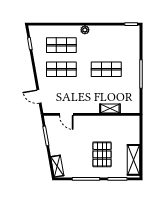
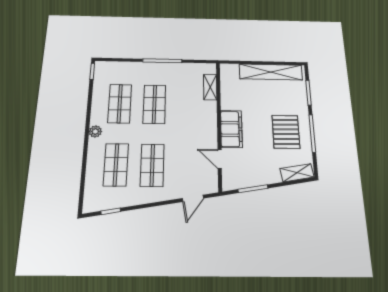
shop shelf: (106, 45) -> (120, 104), added
shelving: (110, 108) -> (210, 87), moved
door: (66, 114) -> (220, 159), swing flipped
filing cabinet: (88, 123) -> (231, 129), added
pallet: (102, 154) -> (286, 132), moved, turned 90
shelving: (134, 160) -> (271, 72), width x1.47

